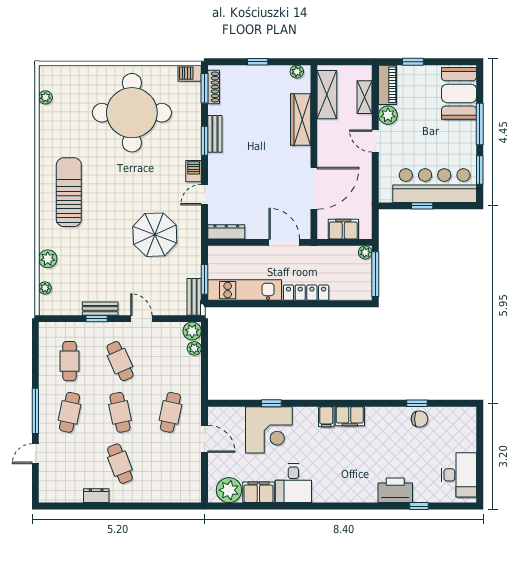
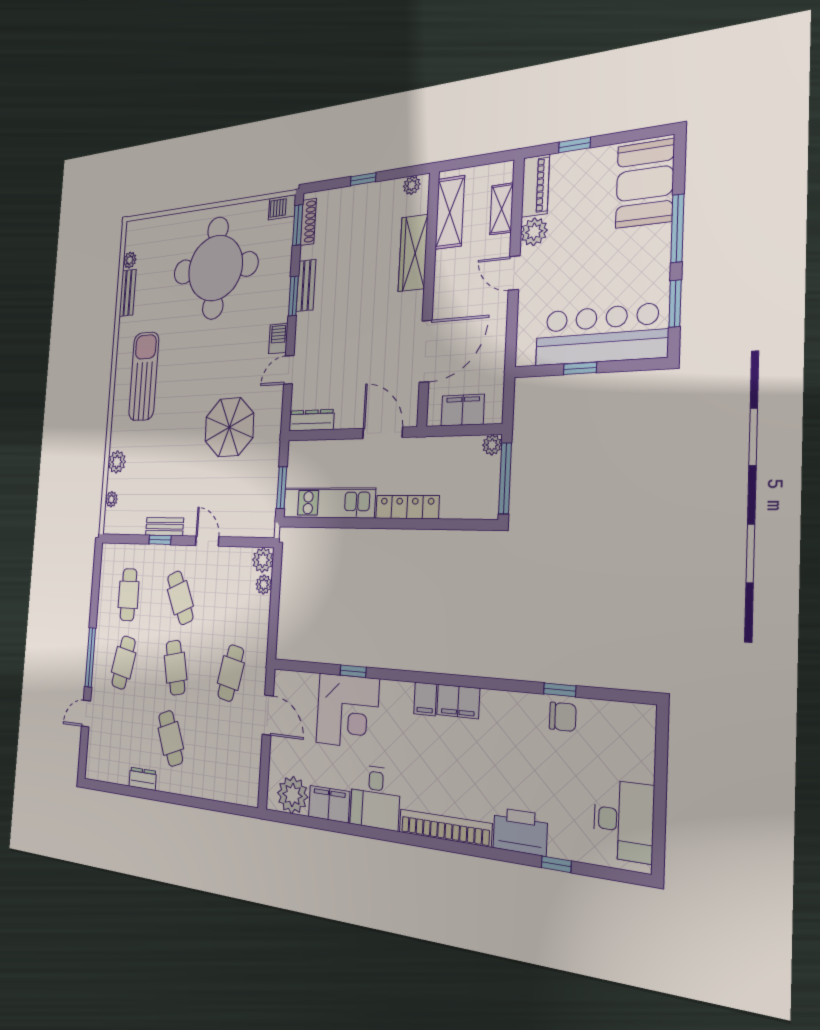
bench: (194, 297) -> (128, 293), moved
bookcase: (345, 495) -> (445, 828), added

